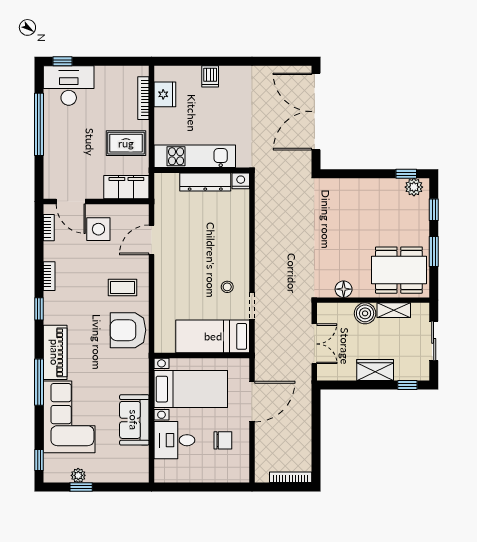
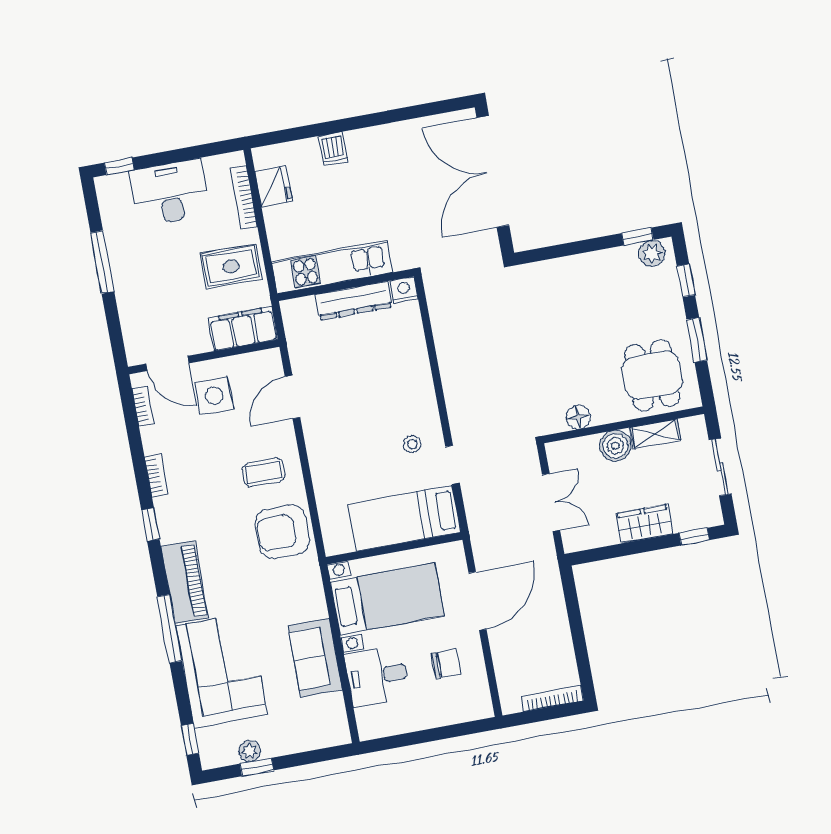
desk: (69, 85) -> (170, 193), moved
window: (39, 124) -> (102, 262), width x0.68
dining table: (399, 270) -> (652, 375), width x0.73

